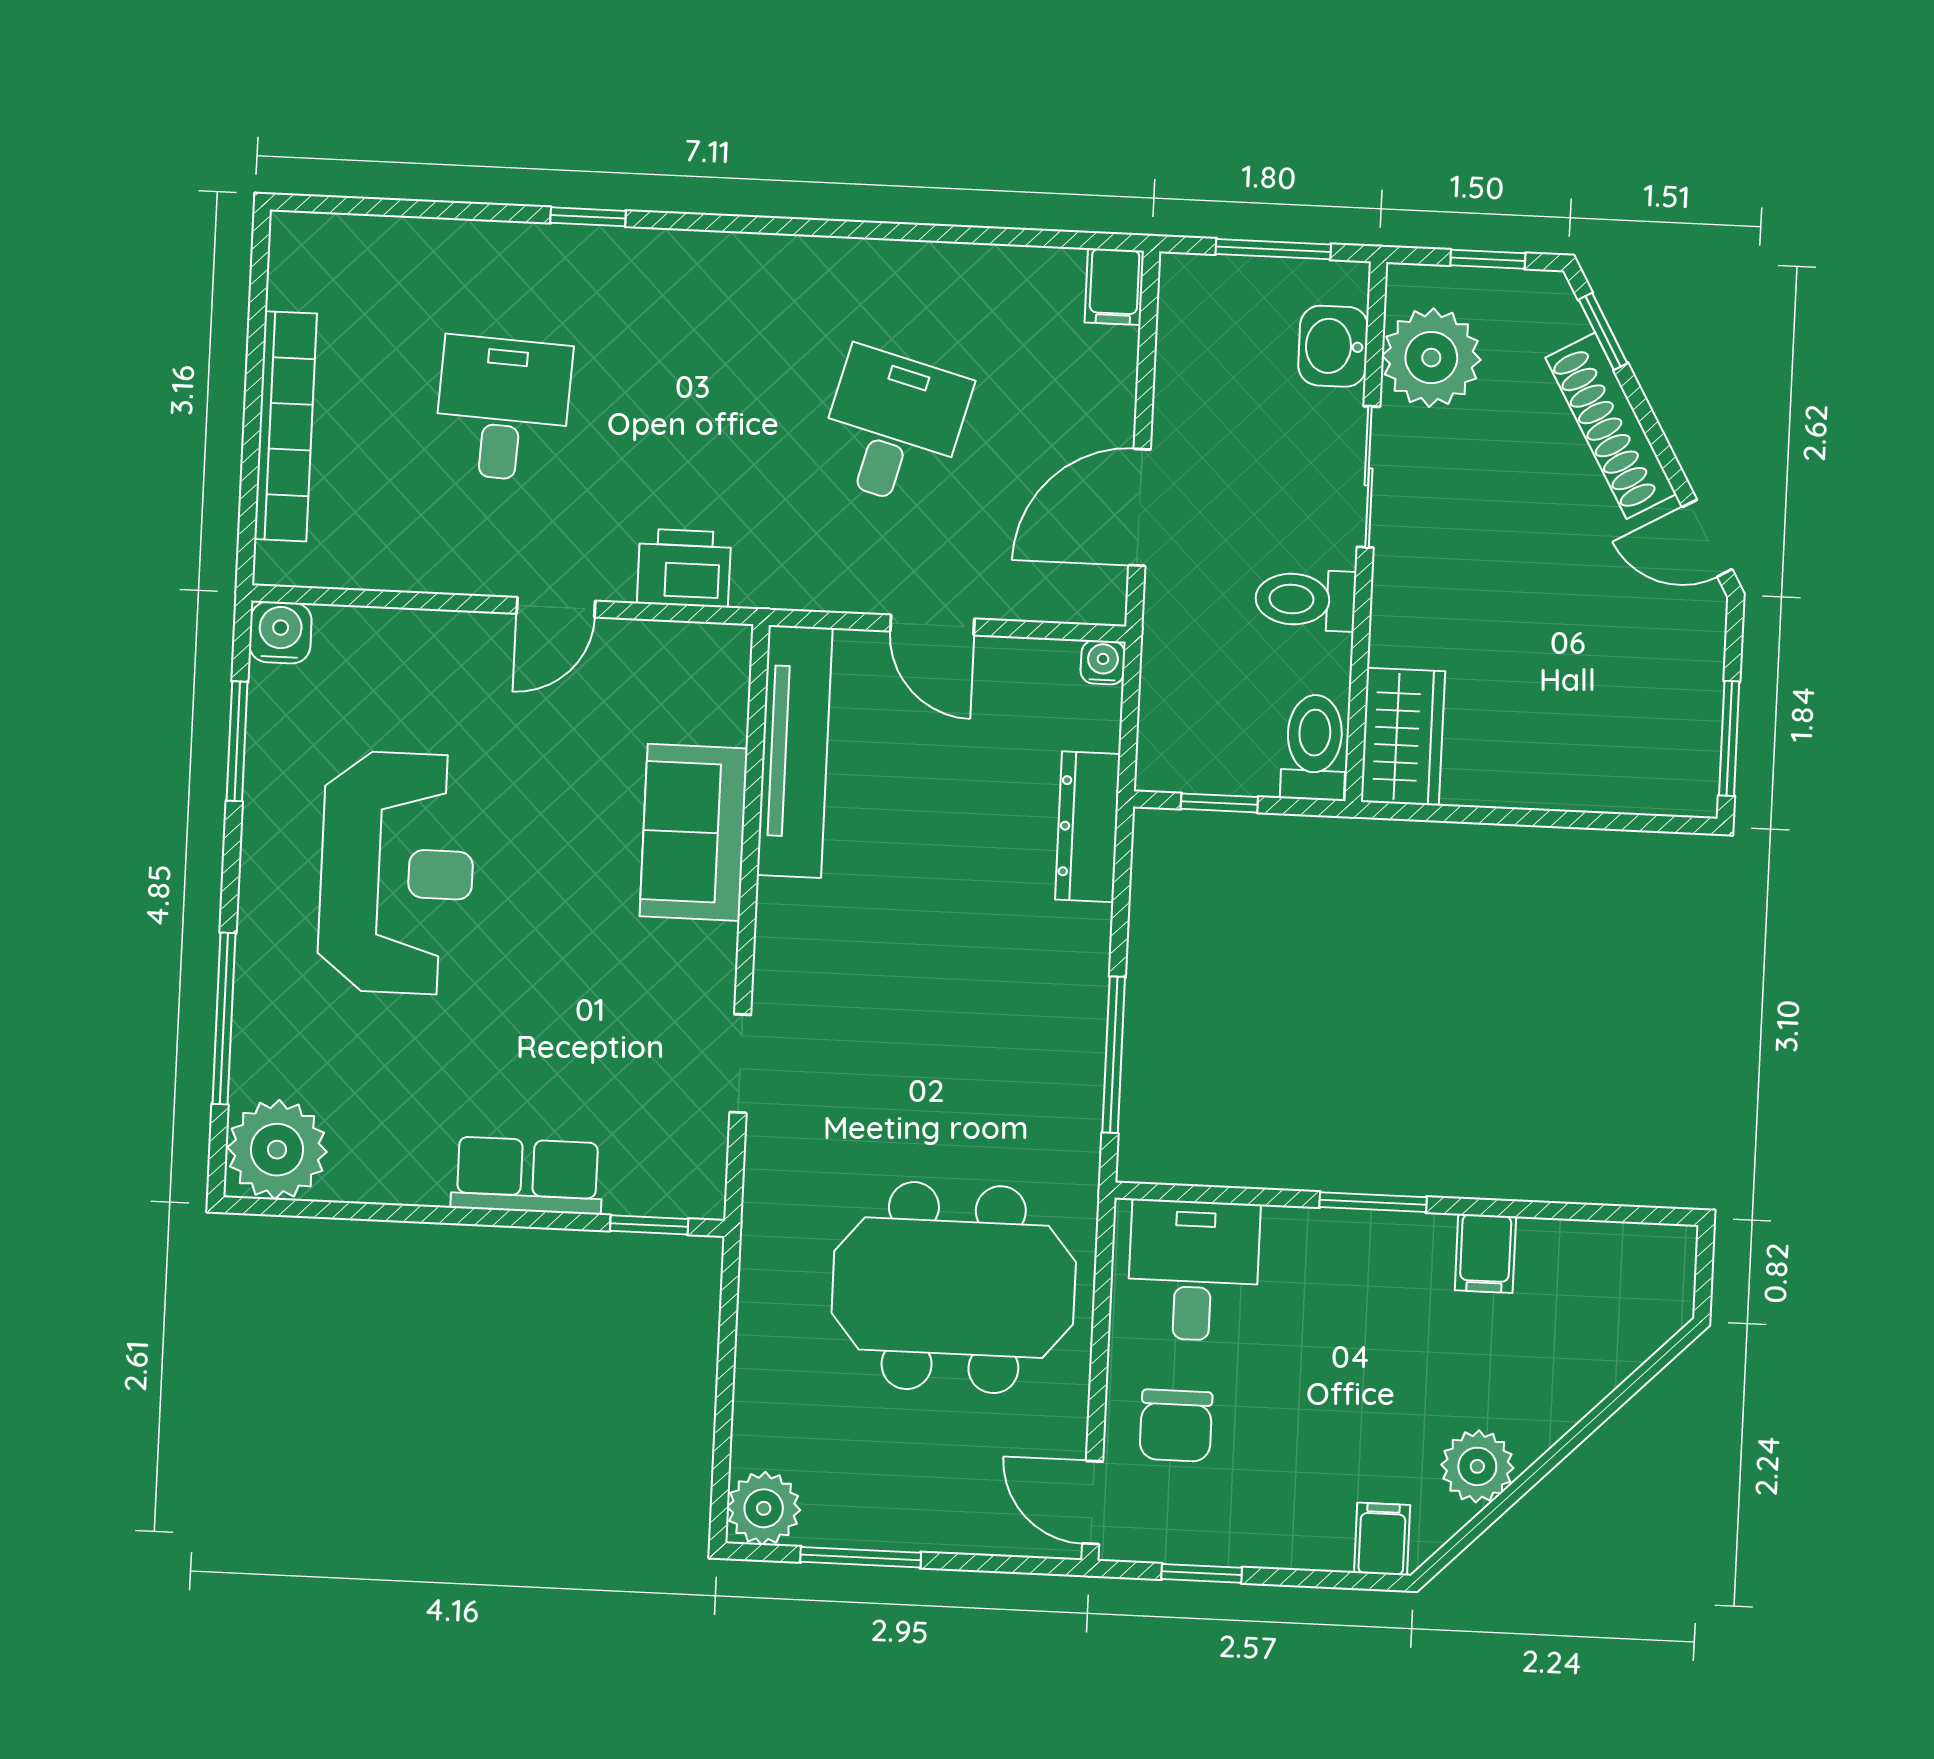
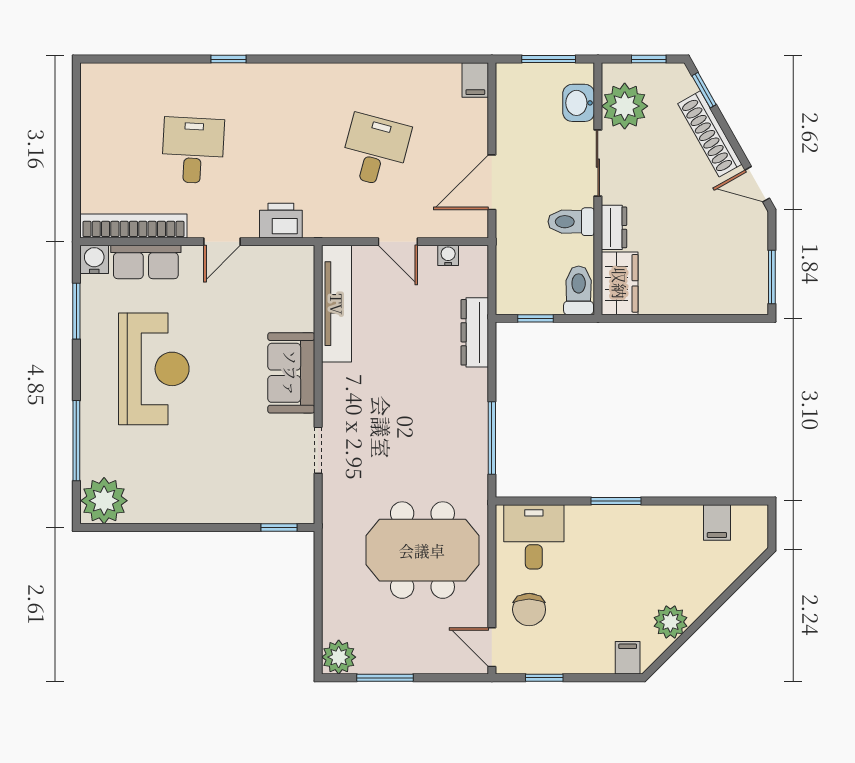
bookcase: (285, 426) -> (133, 226), moved, turned -90
dresser: (1396, 616) -> (614, 227), added
water cooler: (1103, 662) -> (448, 255), moved
sofa: (694, 832) -> (291, 373), moved
row of seats: (527, 1176) -> (146, 262), moved, turned 180
filing cabinet: (1485, 1253) -> (717, 522), moved

